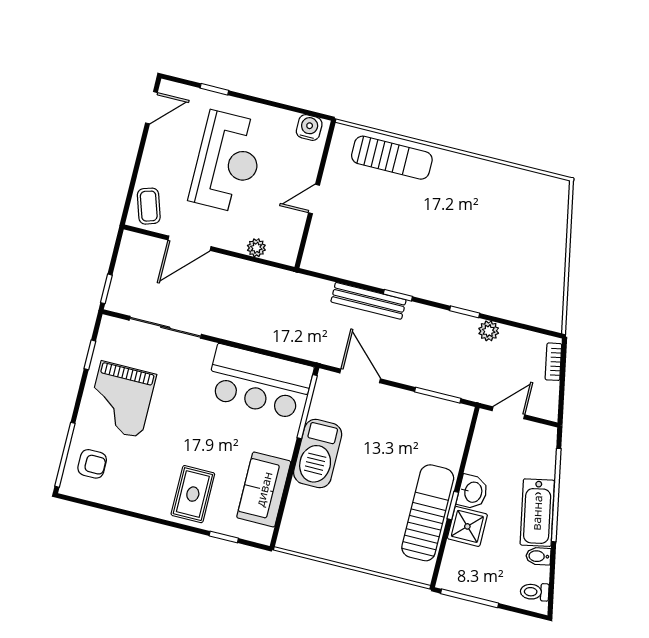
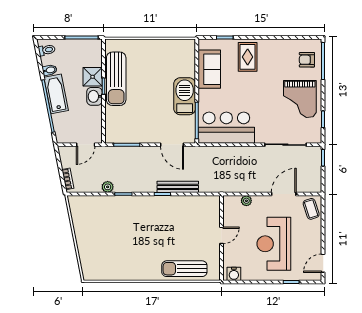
grand piano: (121, 399) -> (300, 99), turned 180

